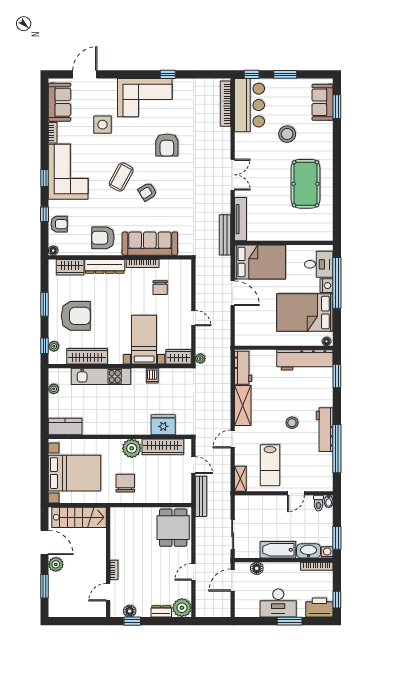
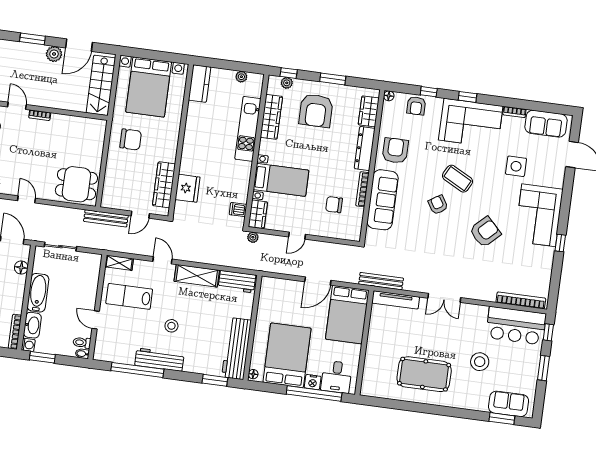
armchair: (167, 145) -> (485, 232), turned 136
dishwasher: (152, 376) -> (238, 210), moved
plant: (132, 448) -> (167, 151), removed

